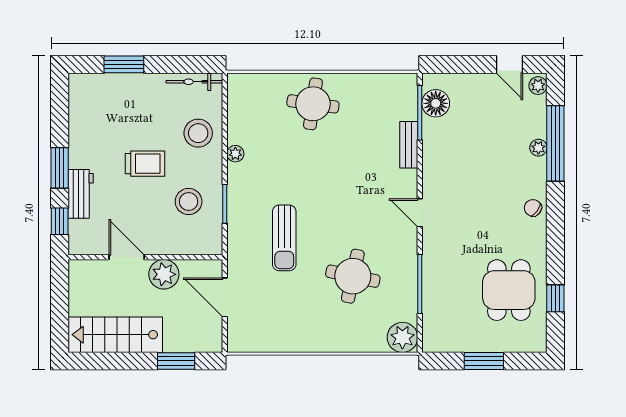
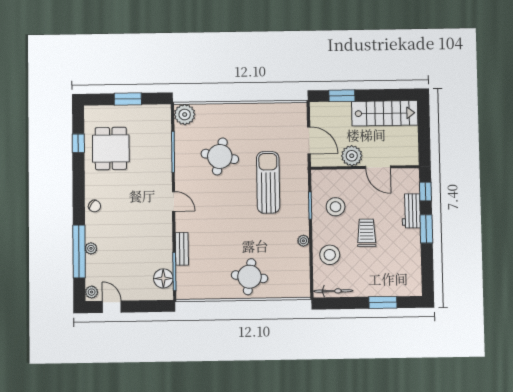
trolley: (145, 164) -> (367, 233), turned 90
sun lounger: (284, 238) -> (268, 182), width x1.36, depth x1.34

